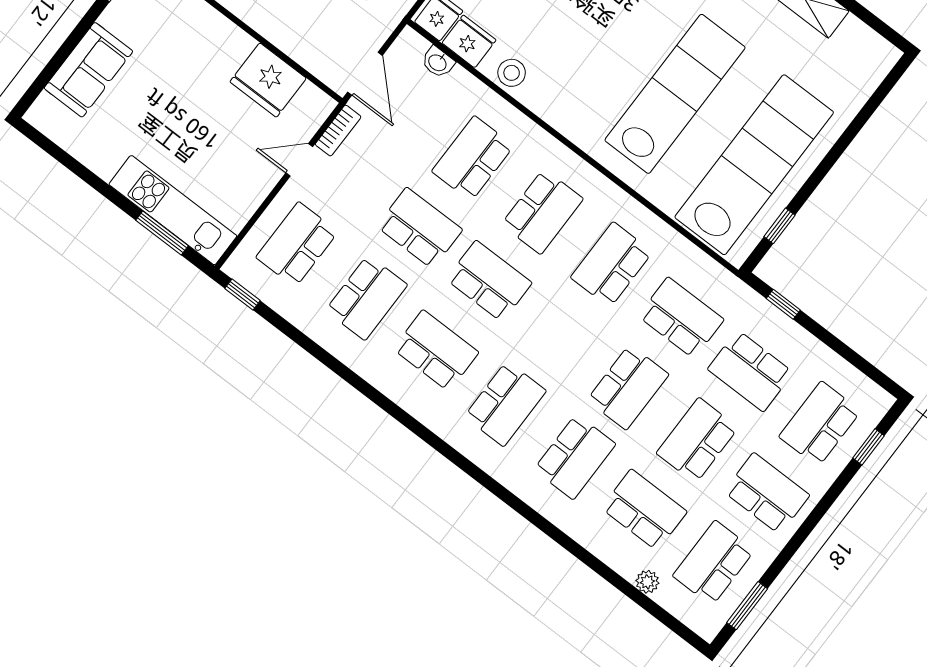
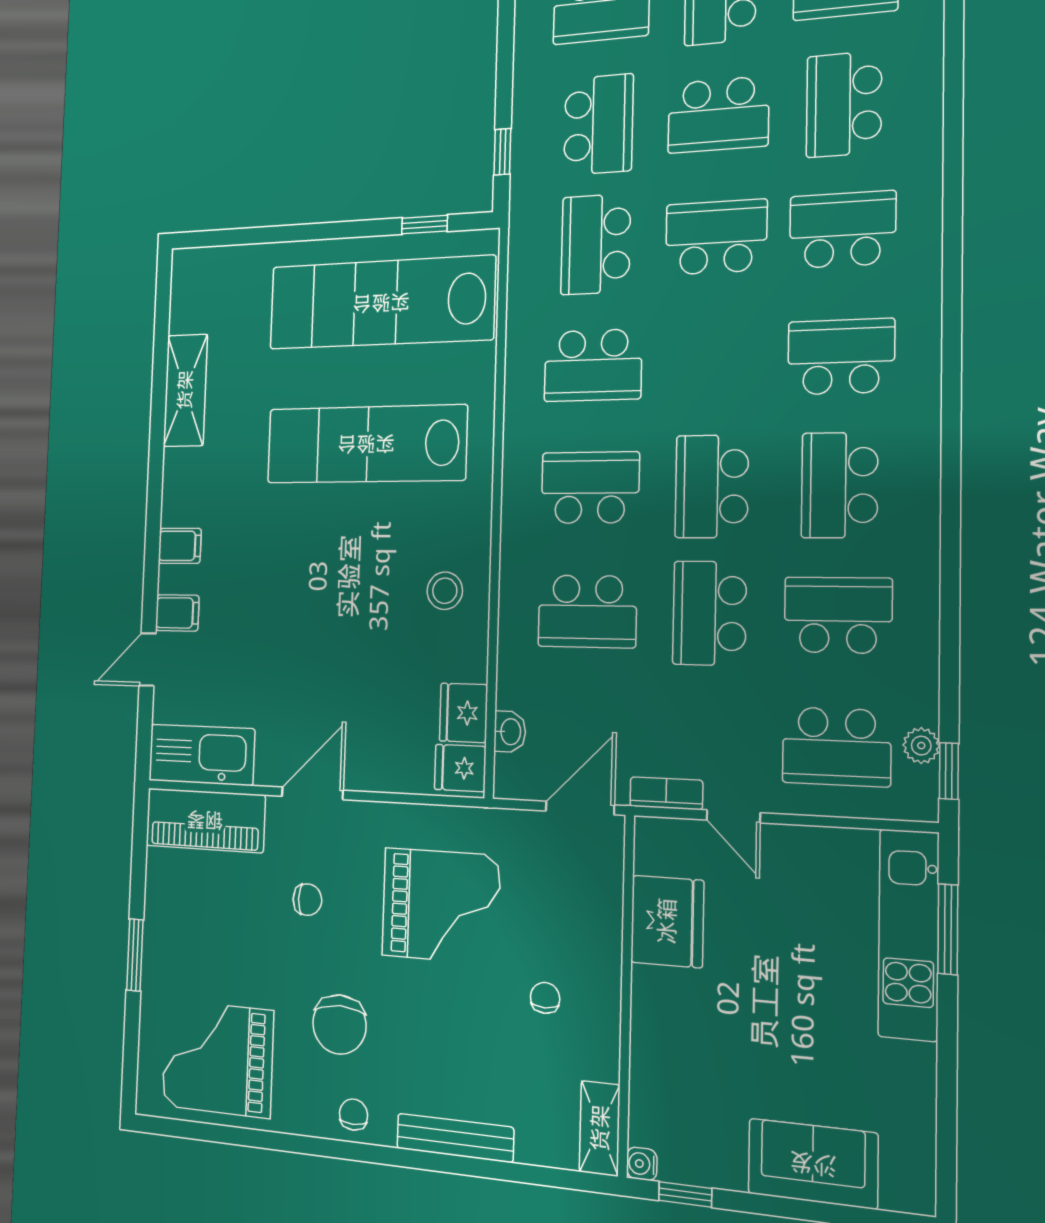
stool: (512, 73) -> (445, 591), moved
plant: (647, 582) -> (921, 746), moved

